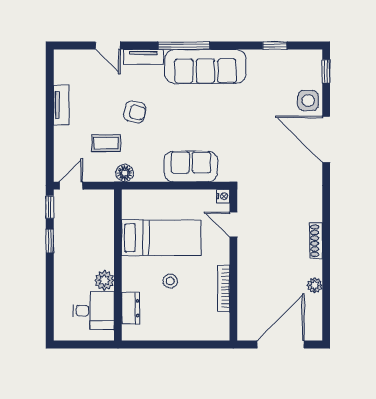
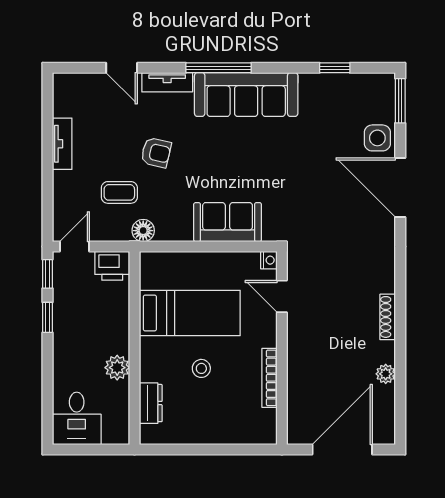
window: (326, 71) -> (400, 101), width x1.50
printer: (100, 201) -> (112, 266), added
desk: (94, 311) -> (77, 418), moved, turned 90

